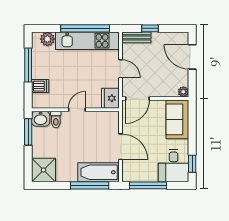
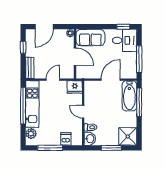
window: (150, 28) -> (23, 47), moved
door: (138, 99) -> (75, 57), moved
window: (28, 132) -> (111, 148), moved

